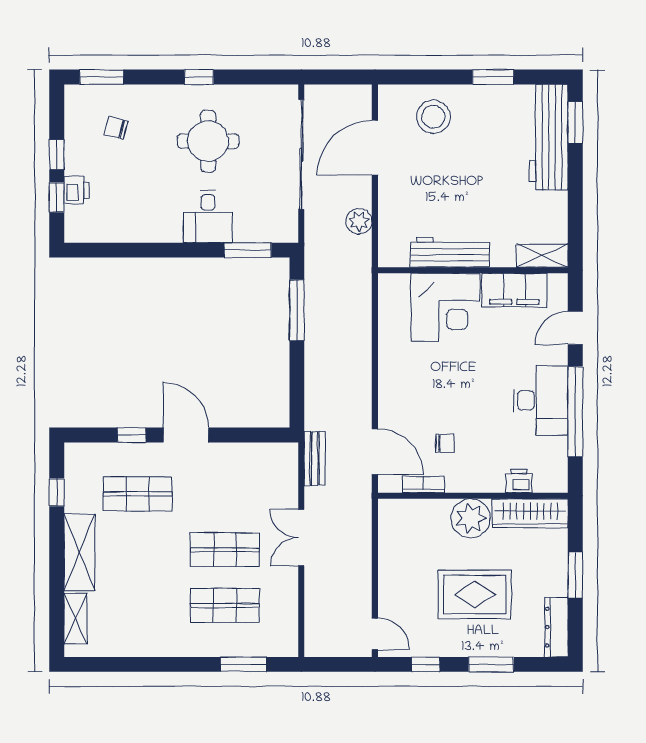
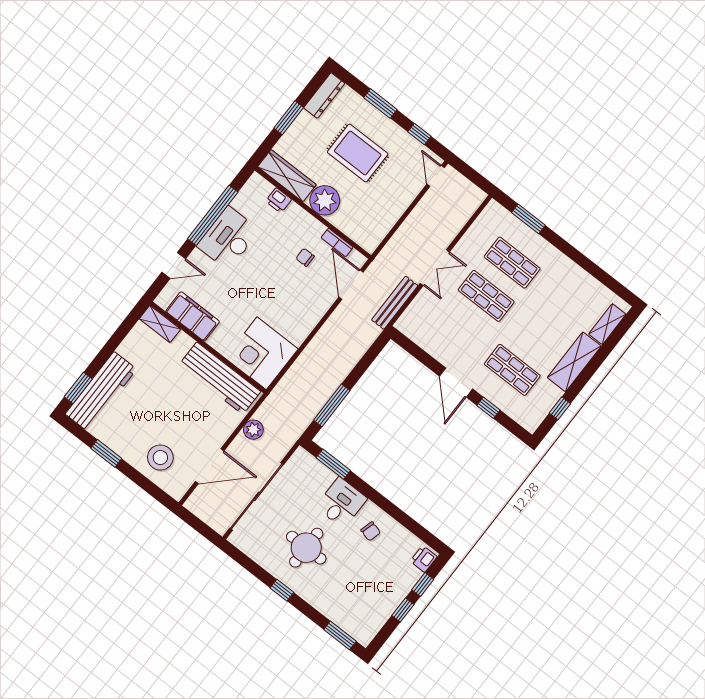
chair: (116, 128) -> (371, 531), moved
printer: (76, 190) -> (424, 559), moved
workbench: (450, 252) -> (220, 378), width x1.36, depth x1.32
corner desk: (445, 308) -> (262, 353), moved, turned -90
bench: (315, 459) -> (395, 303), width x1.36

